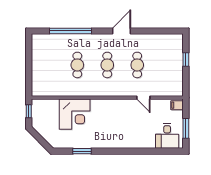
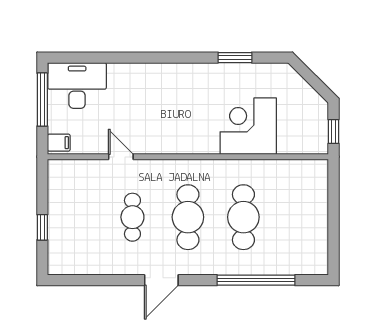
cafe table: (77, 65) -> (243, 217), width x1.37, depth x1.35
cafe table: (107, 65) -> (188, 217), width x1.37, depth x1.35
window: (186, 128) -> (42, 100), width x1.44
desk: (167, 136) -> (77, 86), width x1.37

